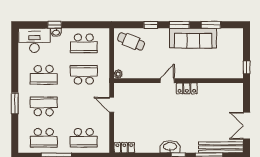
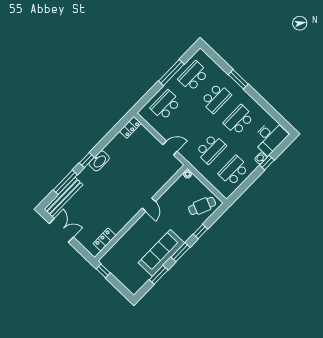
locker: (187, 88) -> (104, 240), moved

